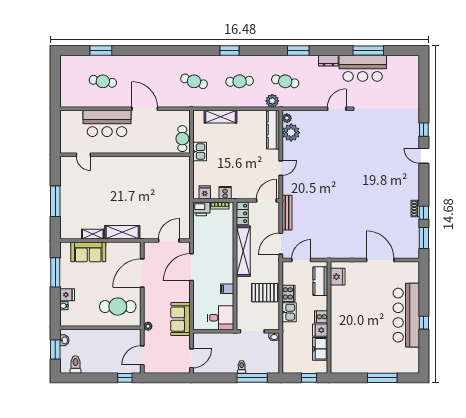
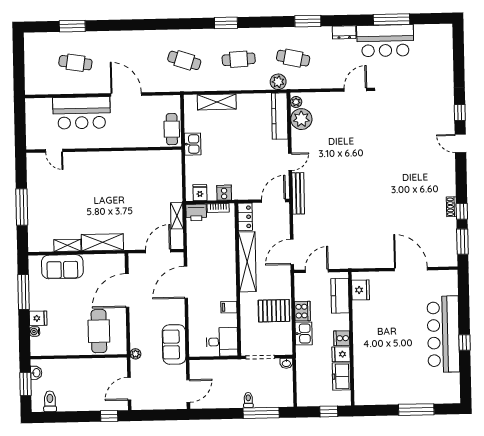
shelving: (185, 211) -> (177, 216), added
bench: (287, 213) -> (298, 193), moved
cafe table: (118, 307) -> (99, 331), turned 90

